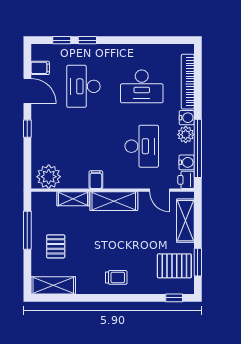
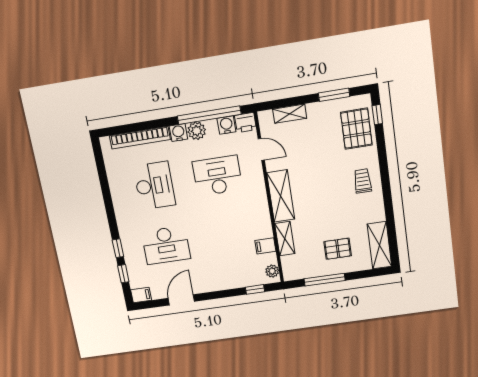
filing cabinet: (40, 68) -> (141, 295), moved, turned 90
window: (27, 129) -> (255, 289), moved
plant: (49, 177) -> (272, 271), width x0.53, depth x0.53
filing cabinet: (96, 180) -> (265, 246), moved
door: (160, 190) -> (261, 149), hinge flipped
shelving: (185, 221) -> (290, 114), width x0.67, depth x0.75
pallet: (174, 266) -> (356, 129), moved

